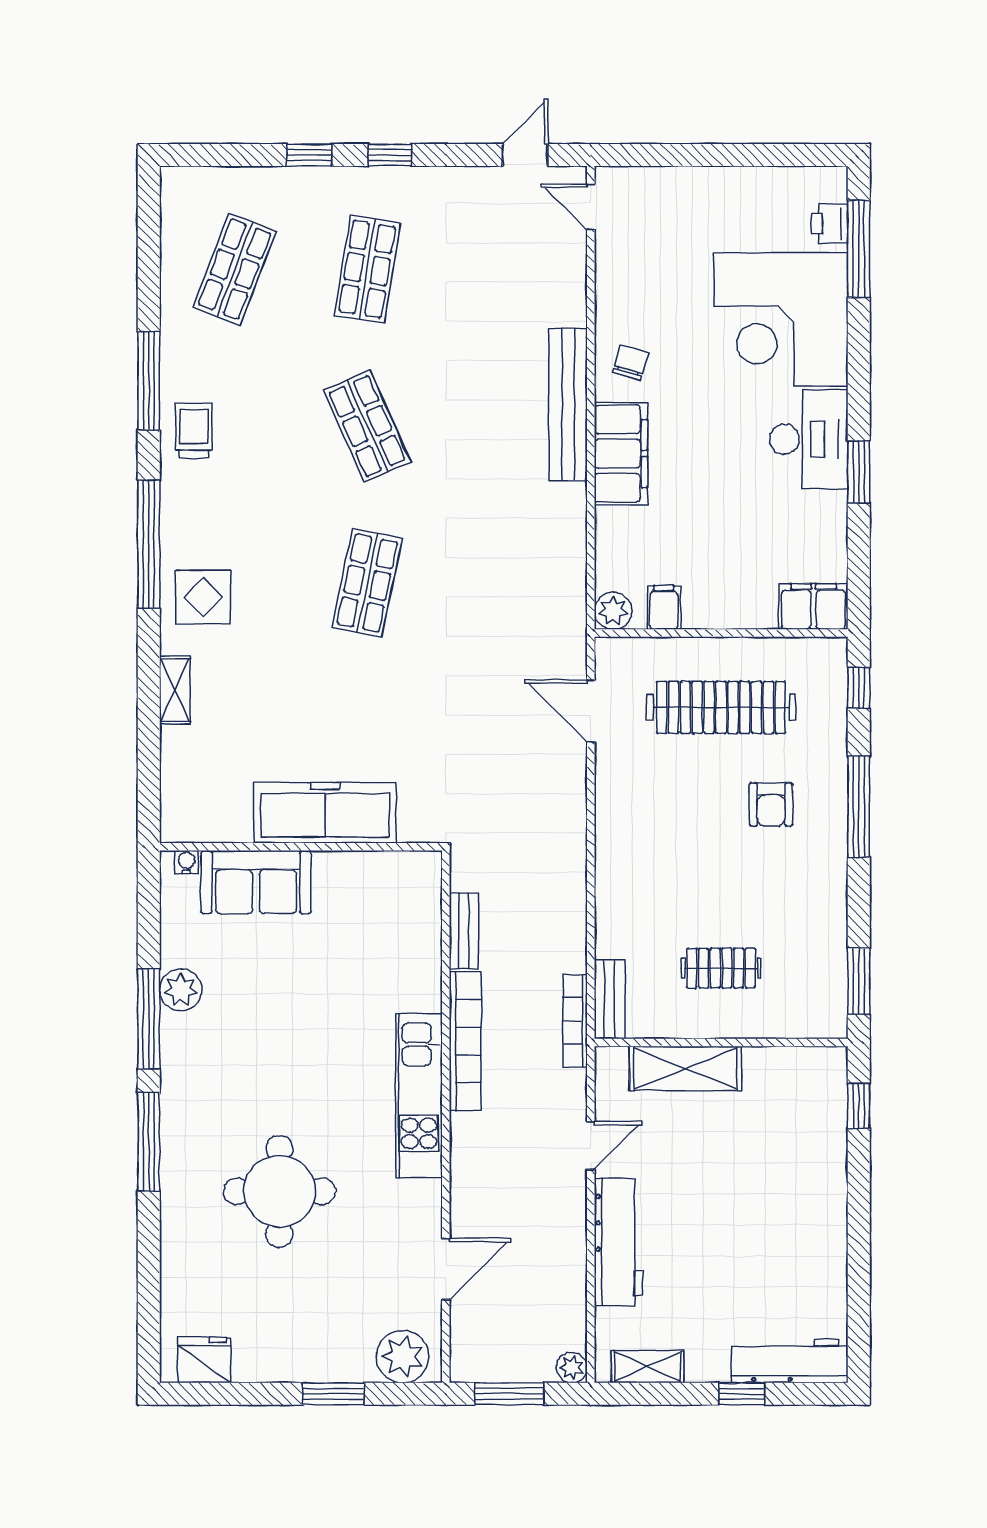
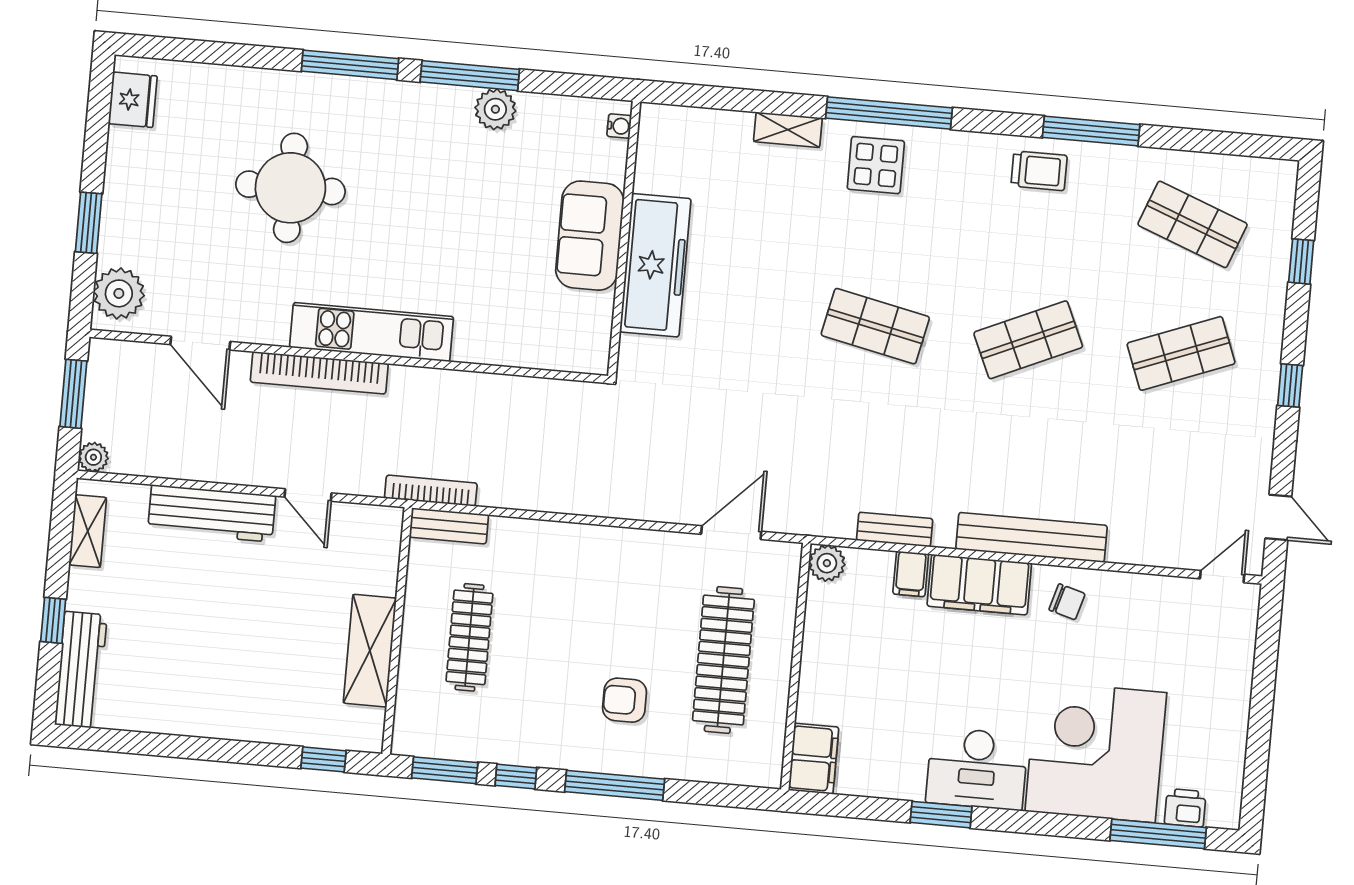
window: (309, 155) -> (1301, 261), moved
shop shelf: (367, 269) -> (1181, 353), turned -30
window: (149, 544) -> (889, 113), moved
filing cabinet: (664, 607) -> (911, 574), moved, turned 90
window: (859, 688) -> (516, 777), moved
sofa: (256, 882) -> (590, 236), moved
bench: (464, 931) -> (895, 529), moved
clothes rail: (721, 968) -> (469, 637), width x1.36
bookcase: (465, 1041) -> (319, 373), moved
shelving: (685, 1068) -> (370, 651), moved

